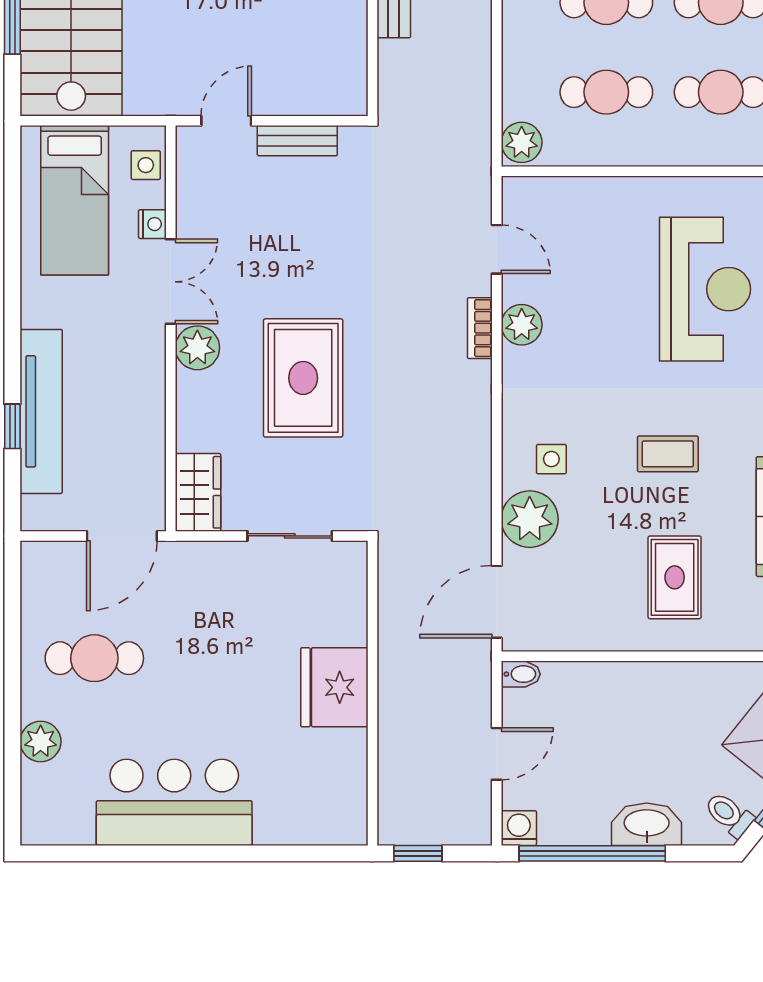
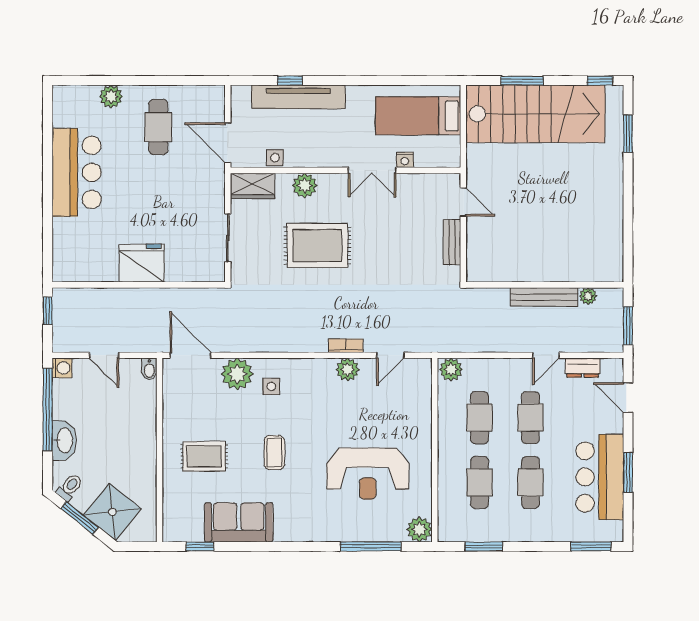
side table: (146, 165) -> (275, 158), moved
plant: (197, 348) -> (305, 186), moved

